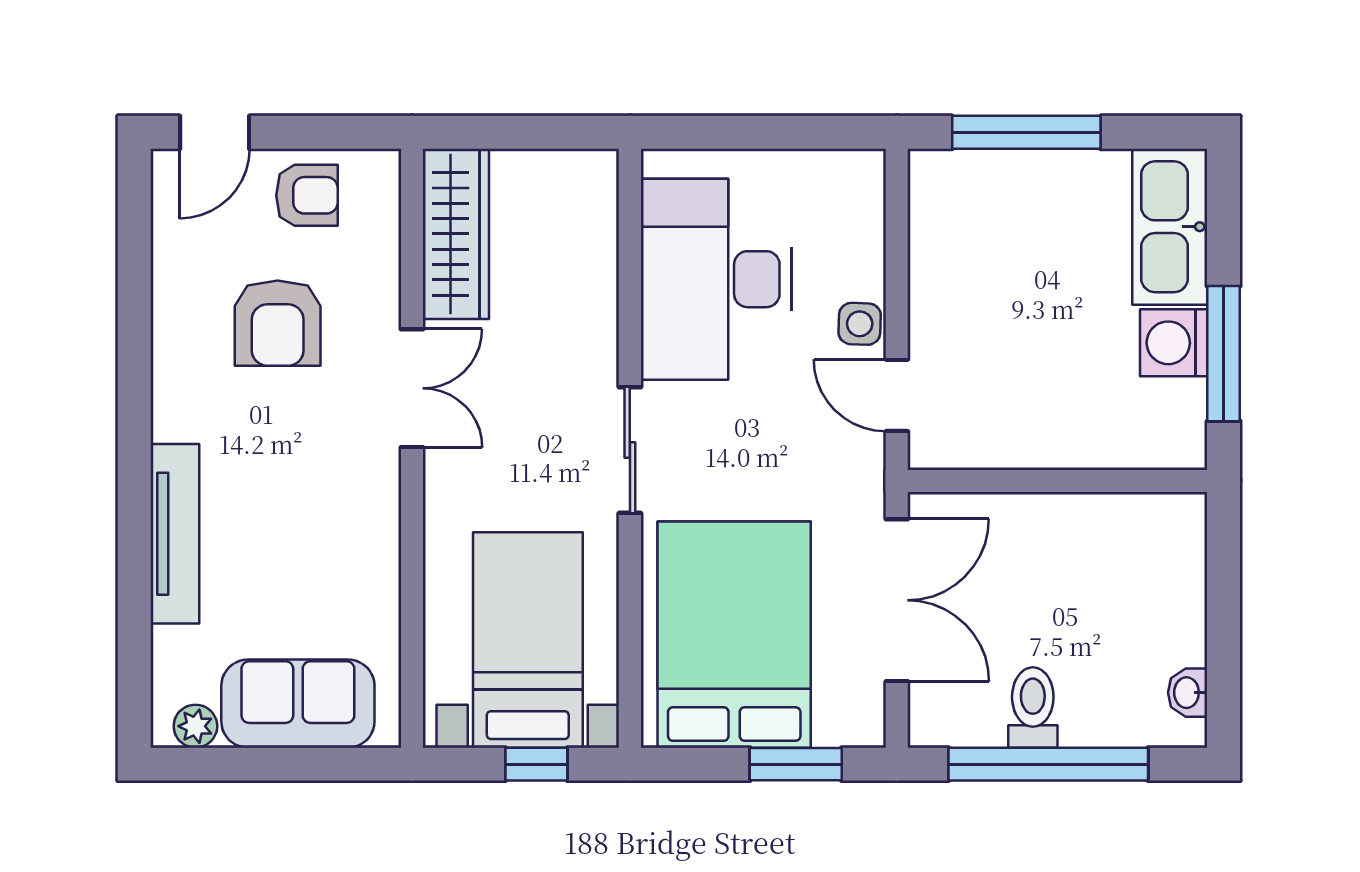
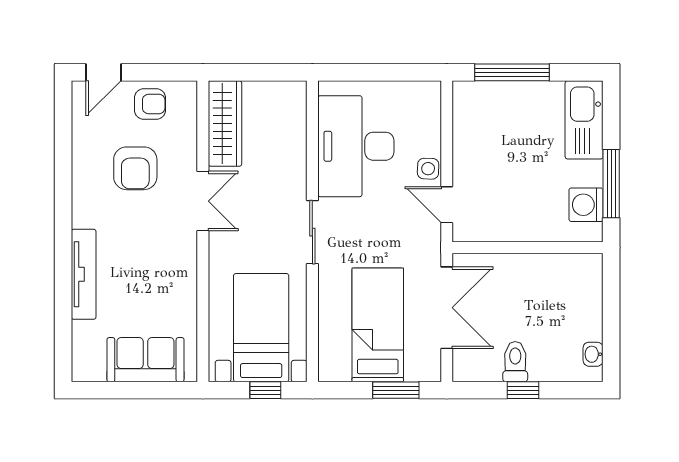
washing machine: (1174, 343) -> (586, 205), moved
bed: (734, 635) -> (378, 325), width x0.67
plant: (195, 726) -> (94, 371), removed
window: (1048, 764) -> (523, 390), width x0.32

